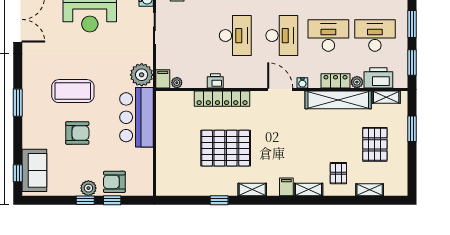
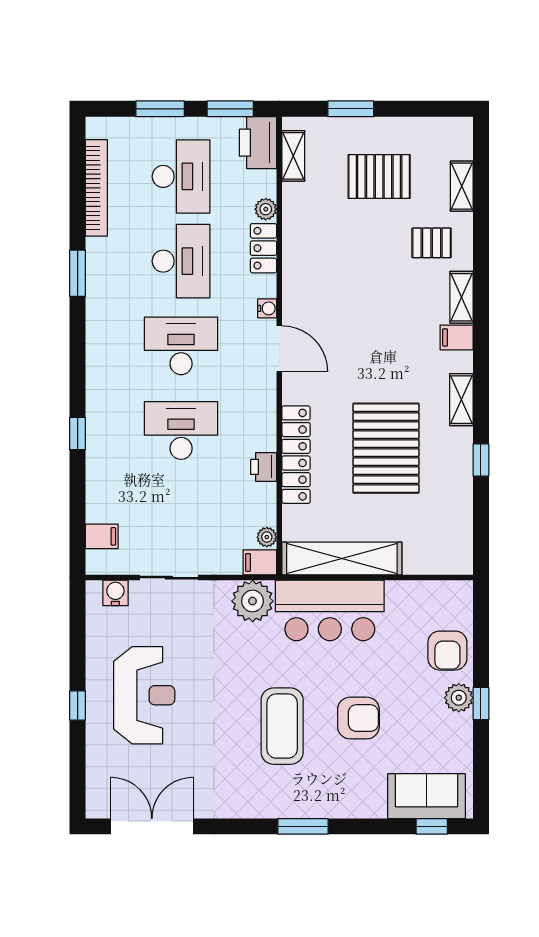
desk: (328, 36) -> (181, 261), turned 180
desk: (375, 36) -> (181, 176), turned 180
printer: (378, 78) -> (258, 143), moved
door: (280, 89) -> (279, 349), swing flipped
shelving: (338, 100) -> (342, 559), moved, turned 90
armchair: (77, 133) -> (358, 718), turned 90
window: (112, 200) -> (481, 655), removed

